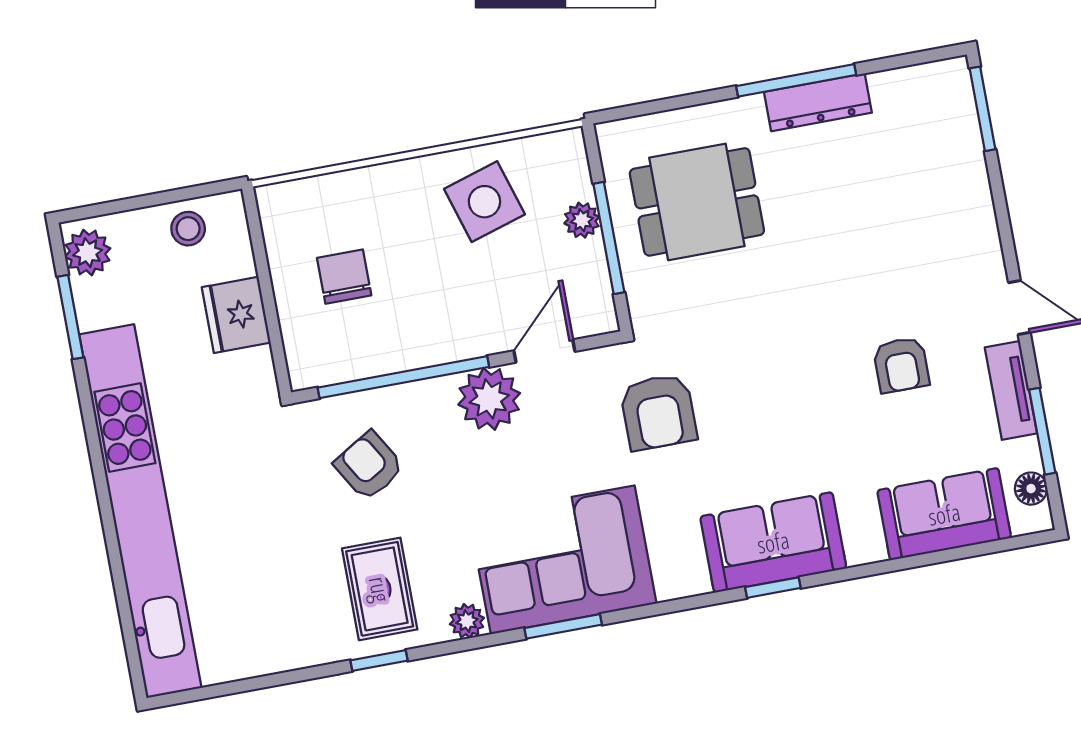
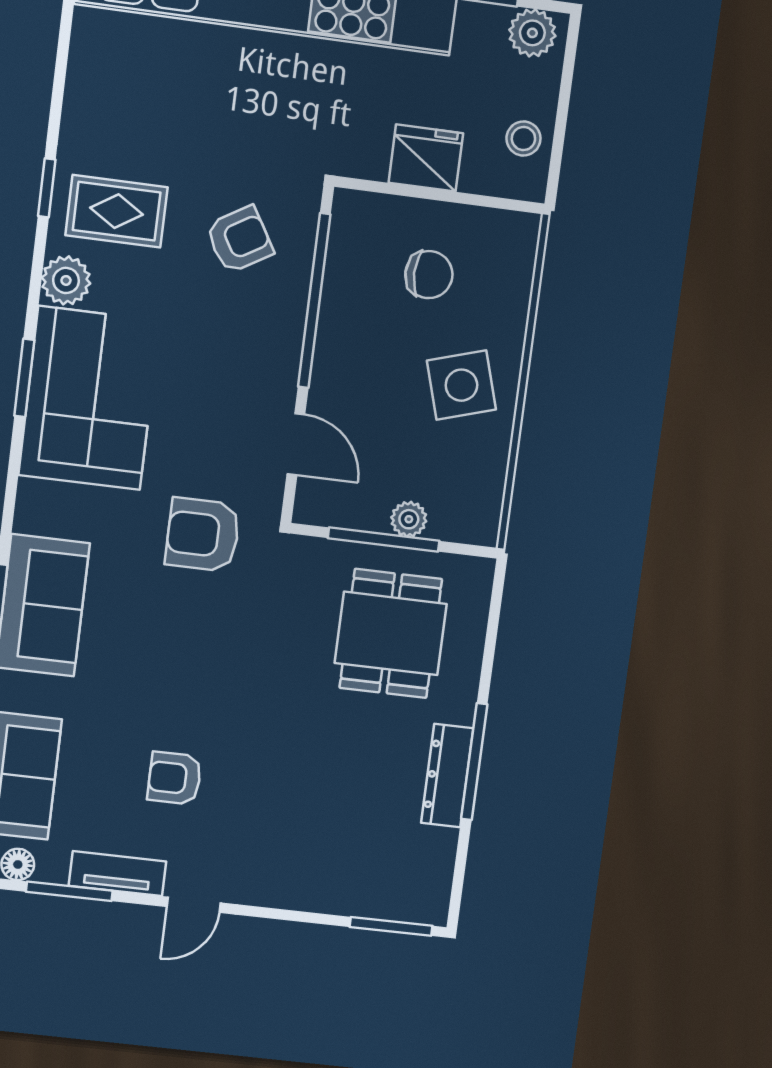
side table: (484, 202) -> (461, 385), moved
plant: (489, 399) -> (267, 377), removed
plant: (467, 621) -> (66, 280), width x1.38, depth x1.38

